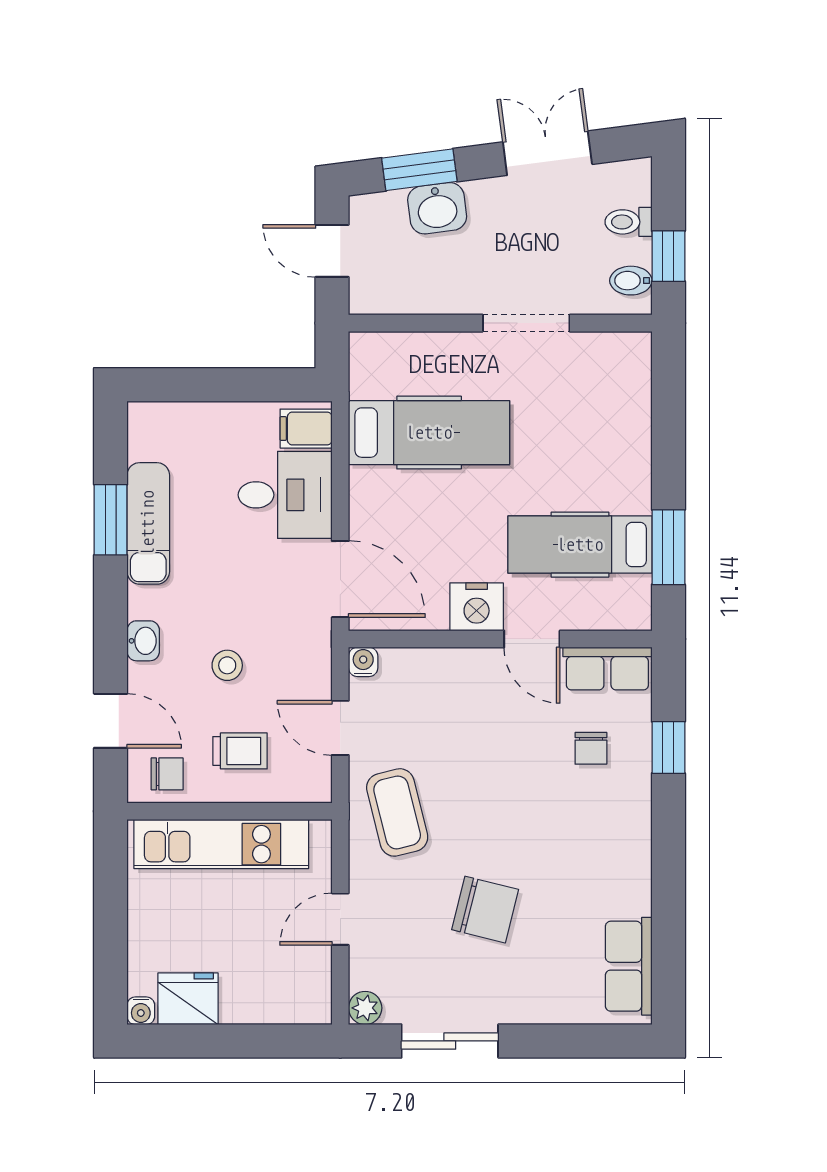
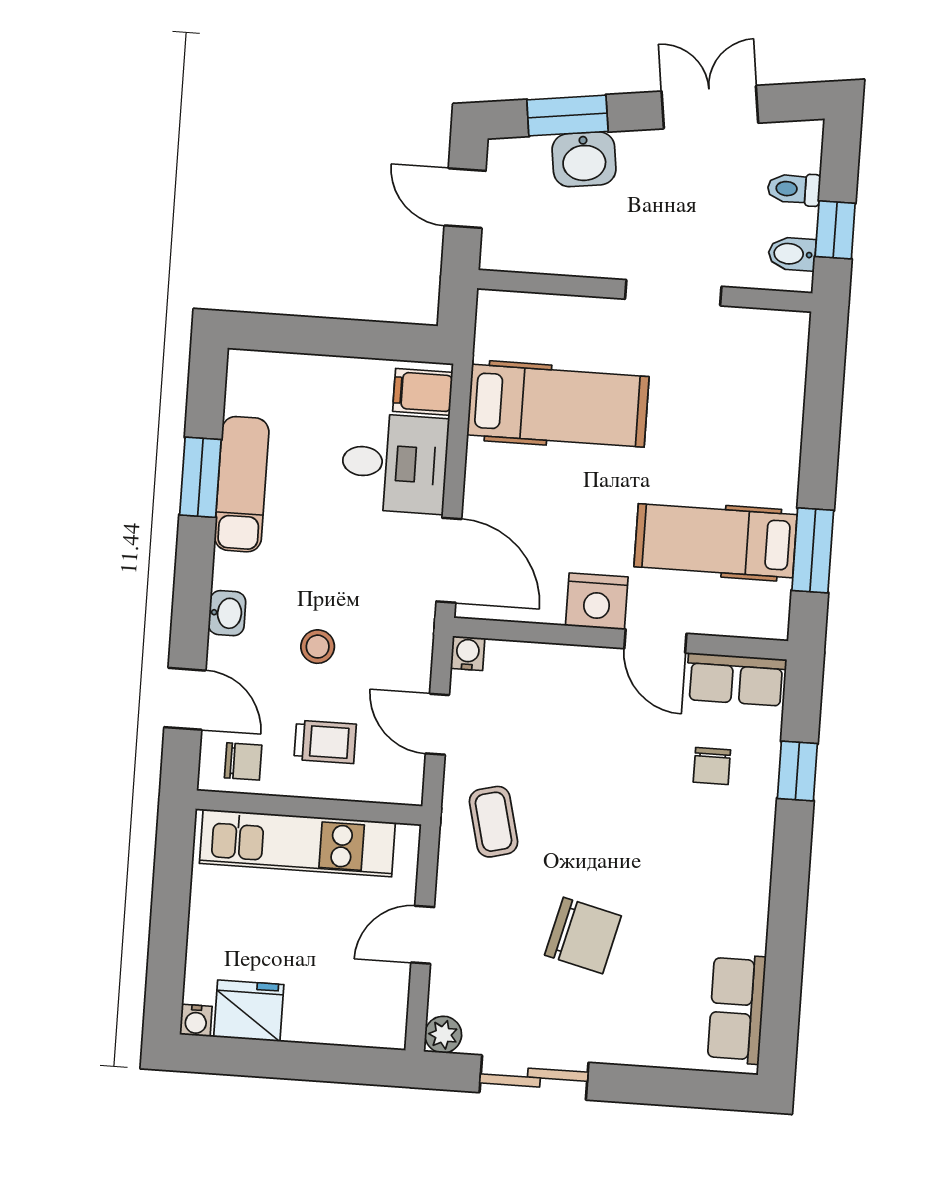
coffee table: (397, 812) -> (494, 822), width x0.73, depth x0.77

